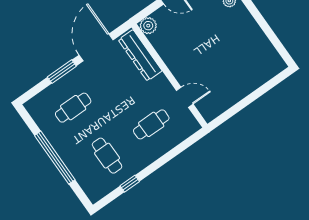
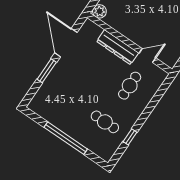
dresser: (140, 55) -> (118, 47), moved
cafe table: (73, 108) -> (66, 95), removed

